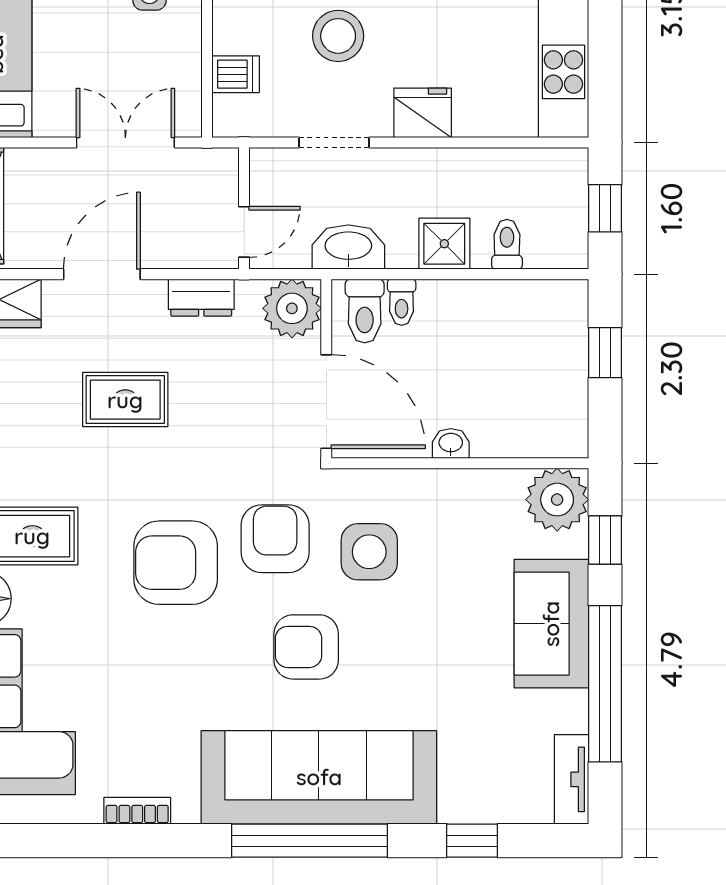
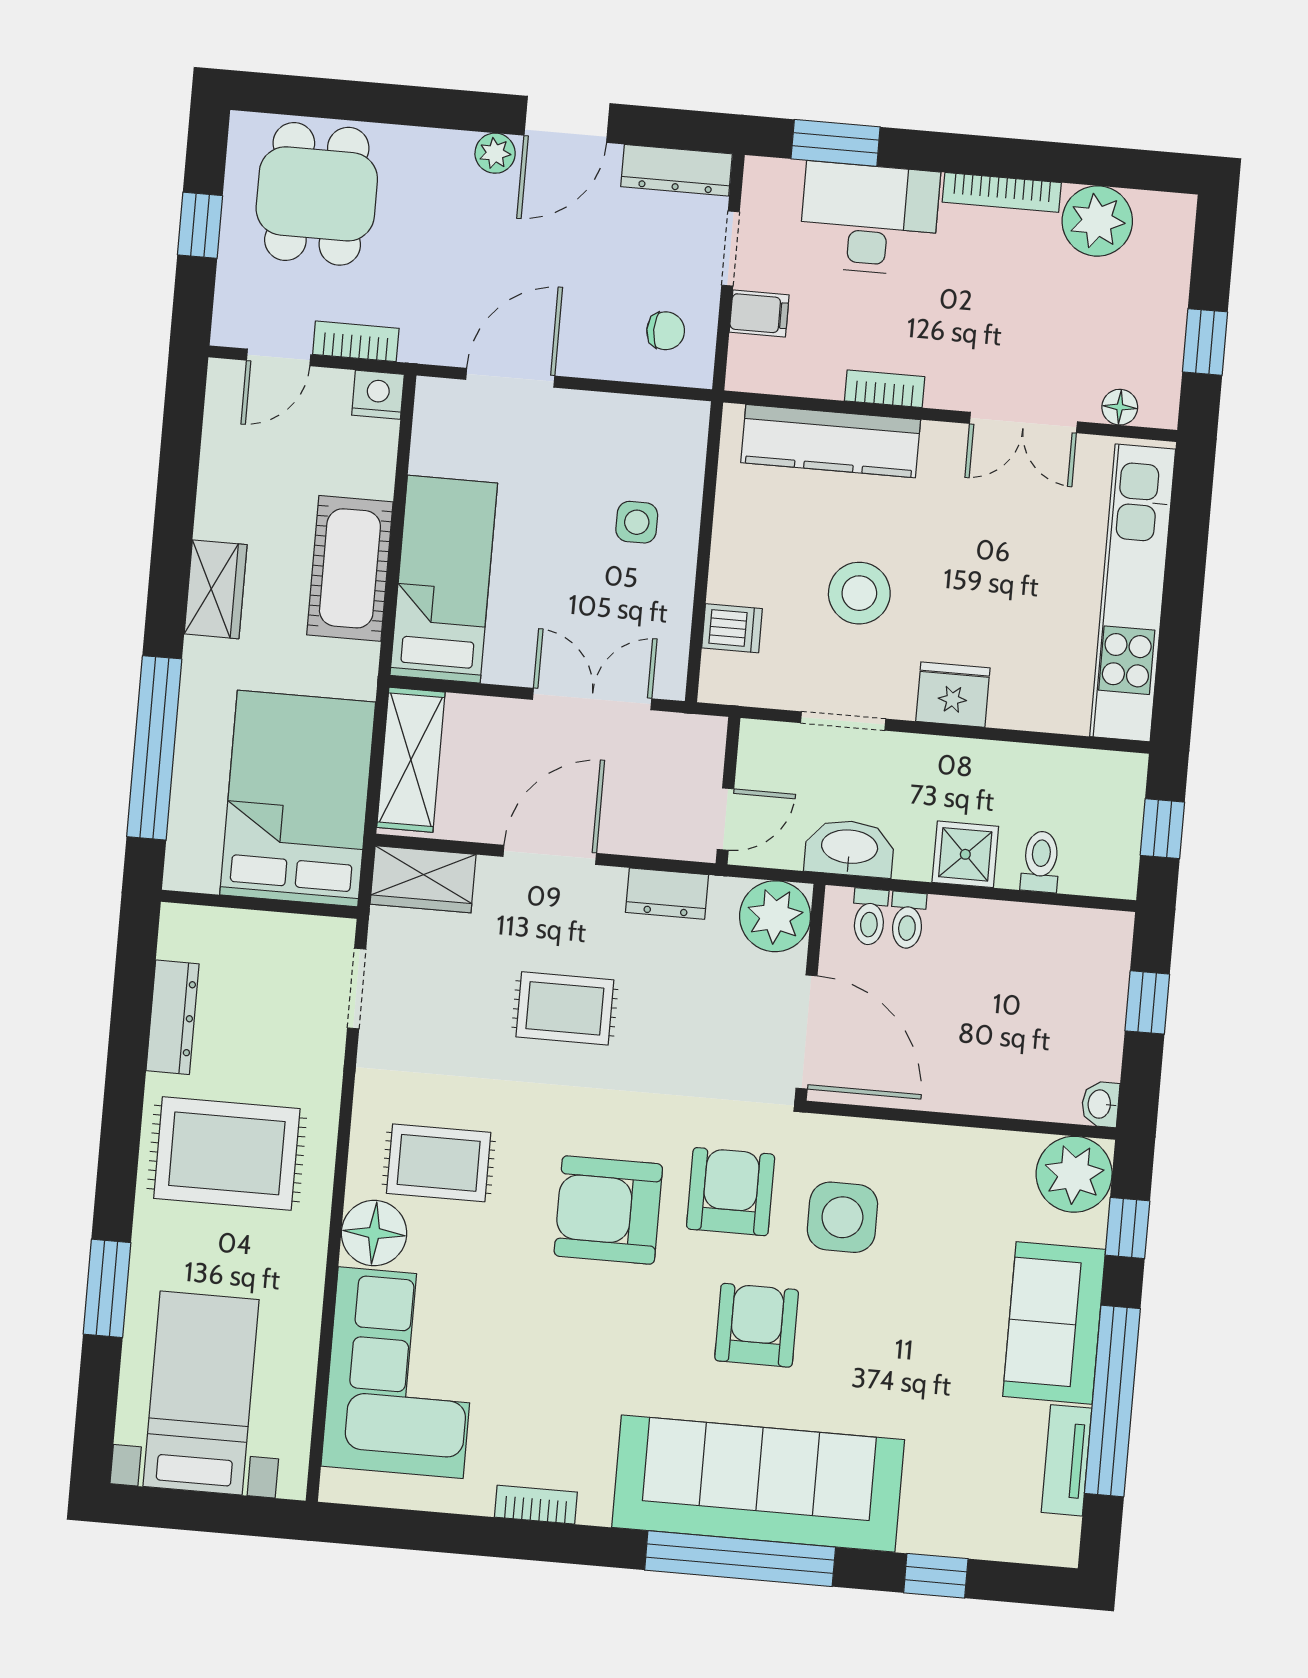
toilet: (365, 311) -> (870, 917), width x0.73, depth x0.72
washbasin: (451, 443) -> (1100, 1104), moved, turned -90
armchair: (306, 647) -> (757, 1325), turned 90
tv unit: (571, 779) -> (1066, 1460), moved

